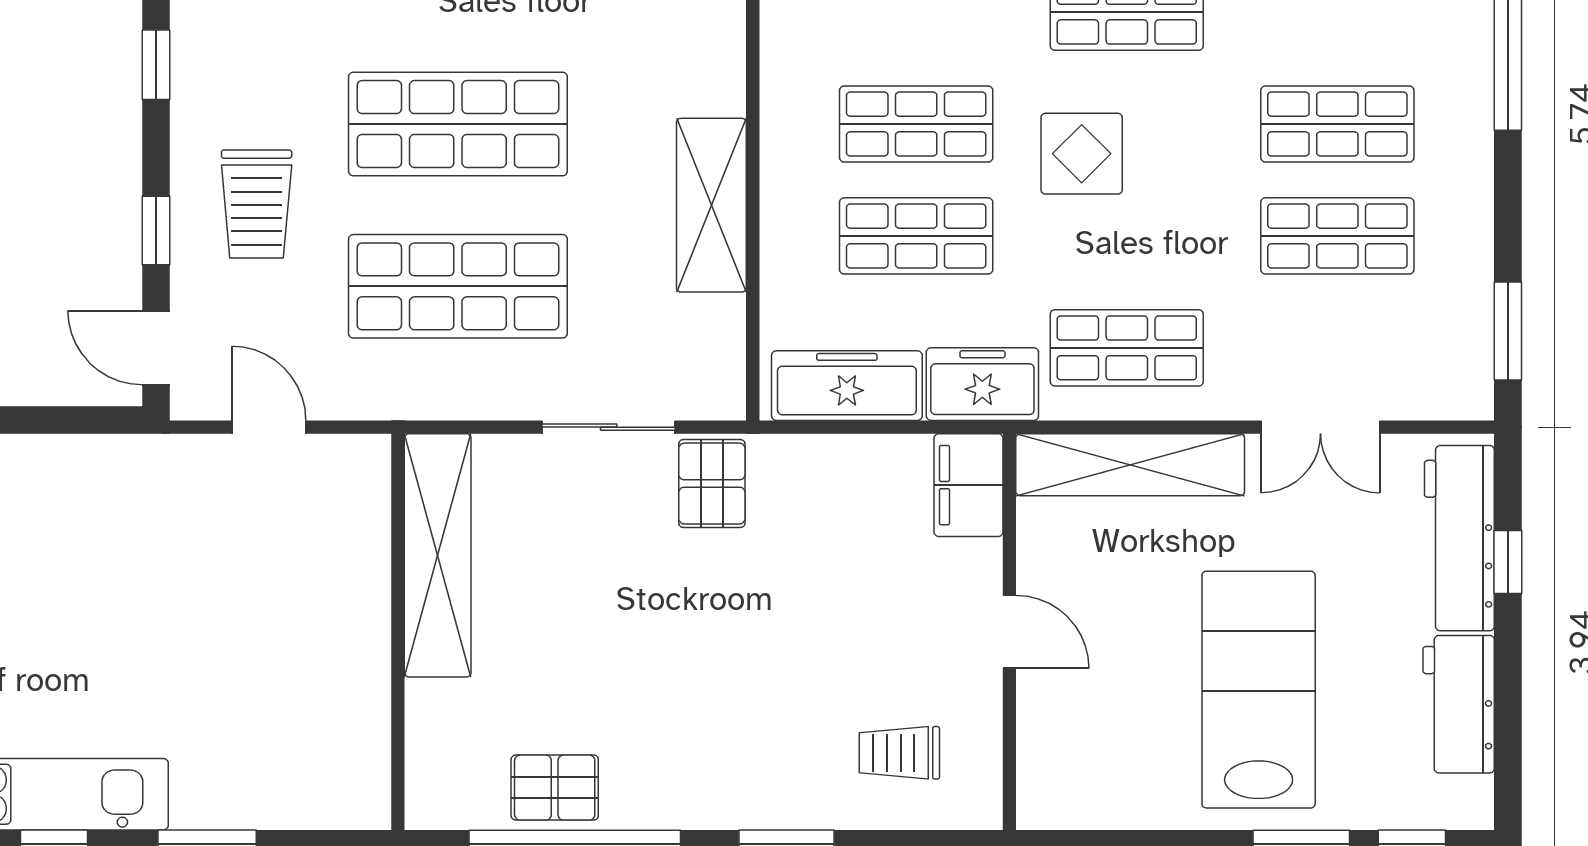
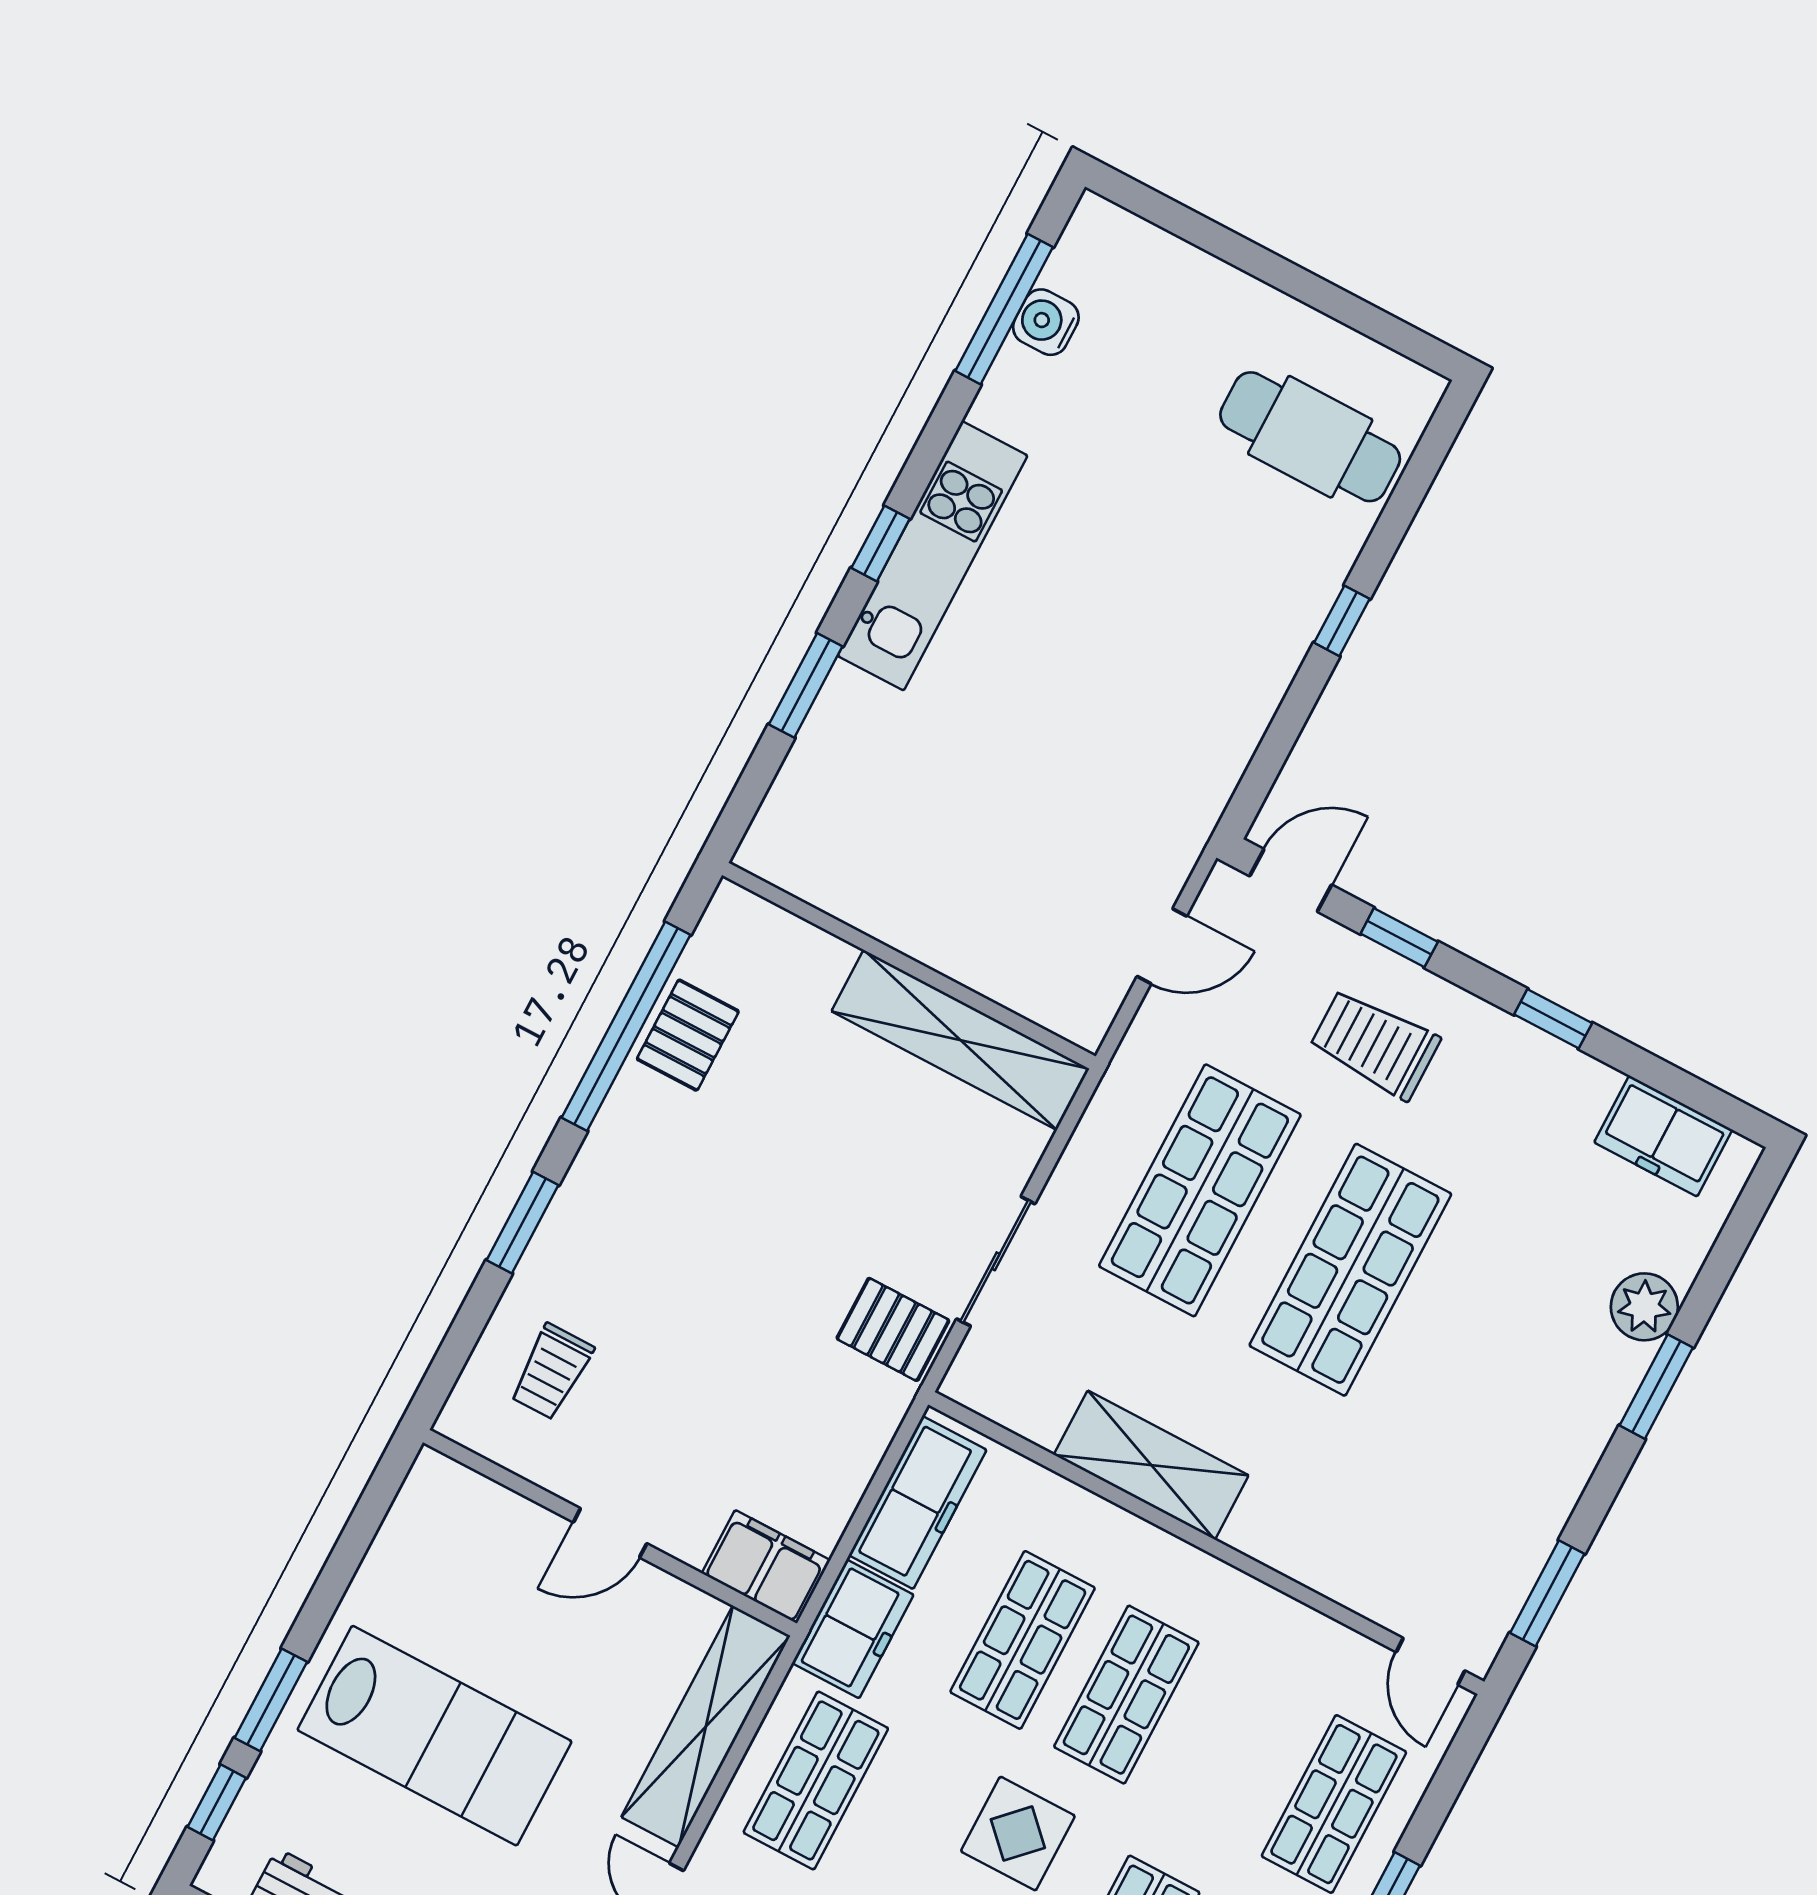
trolley: (899, 753) -> (552, 1372), turned 180

